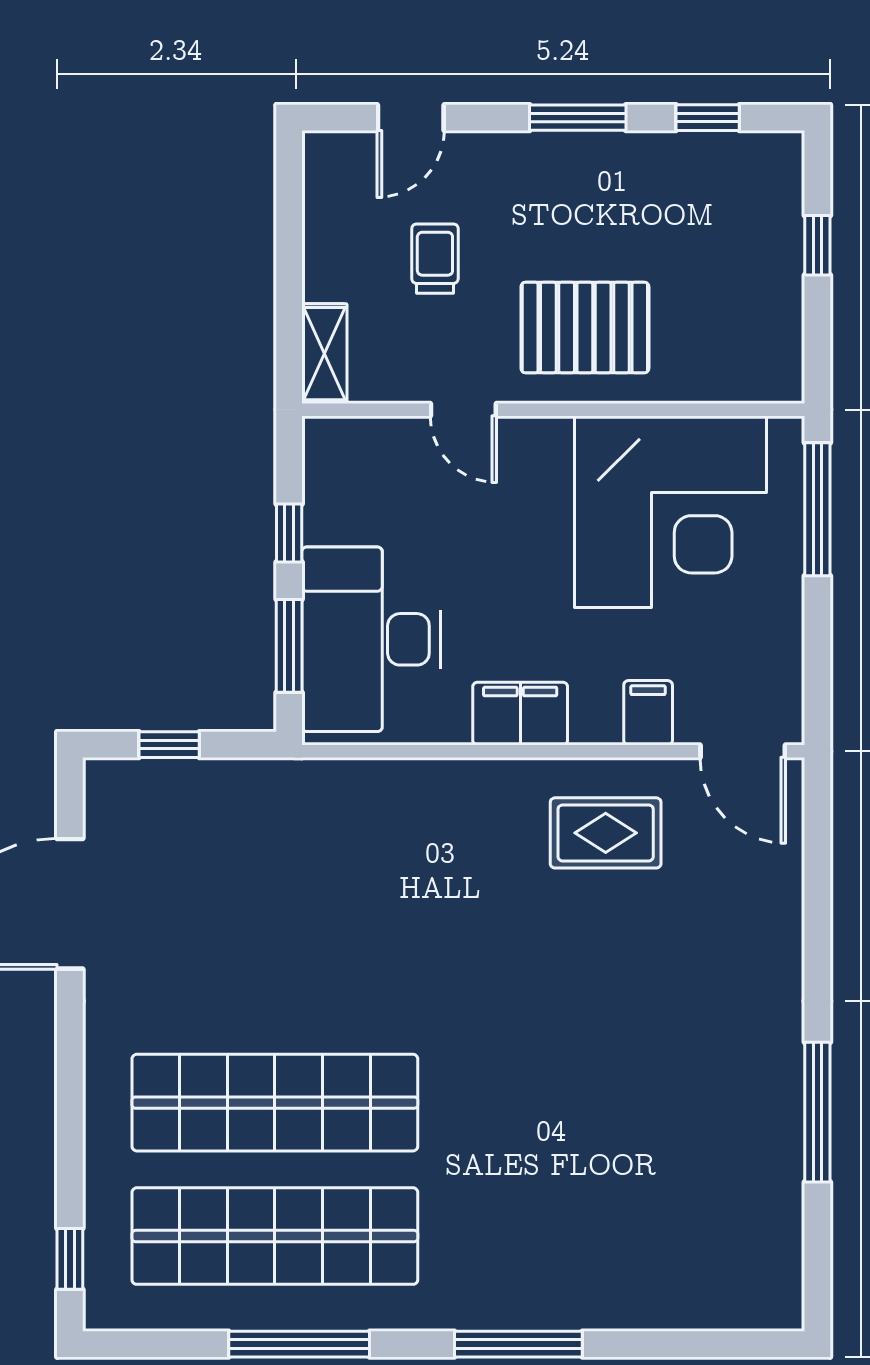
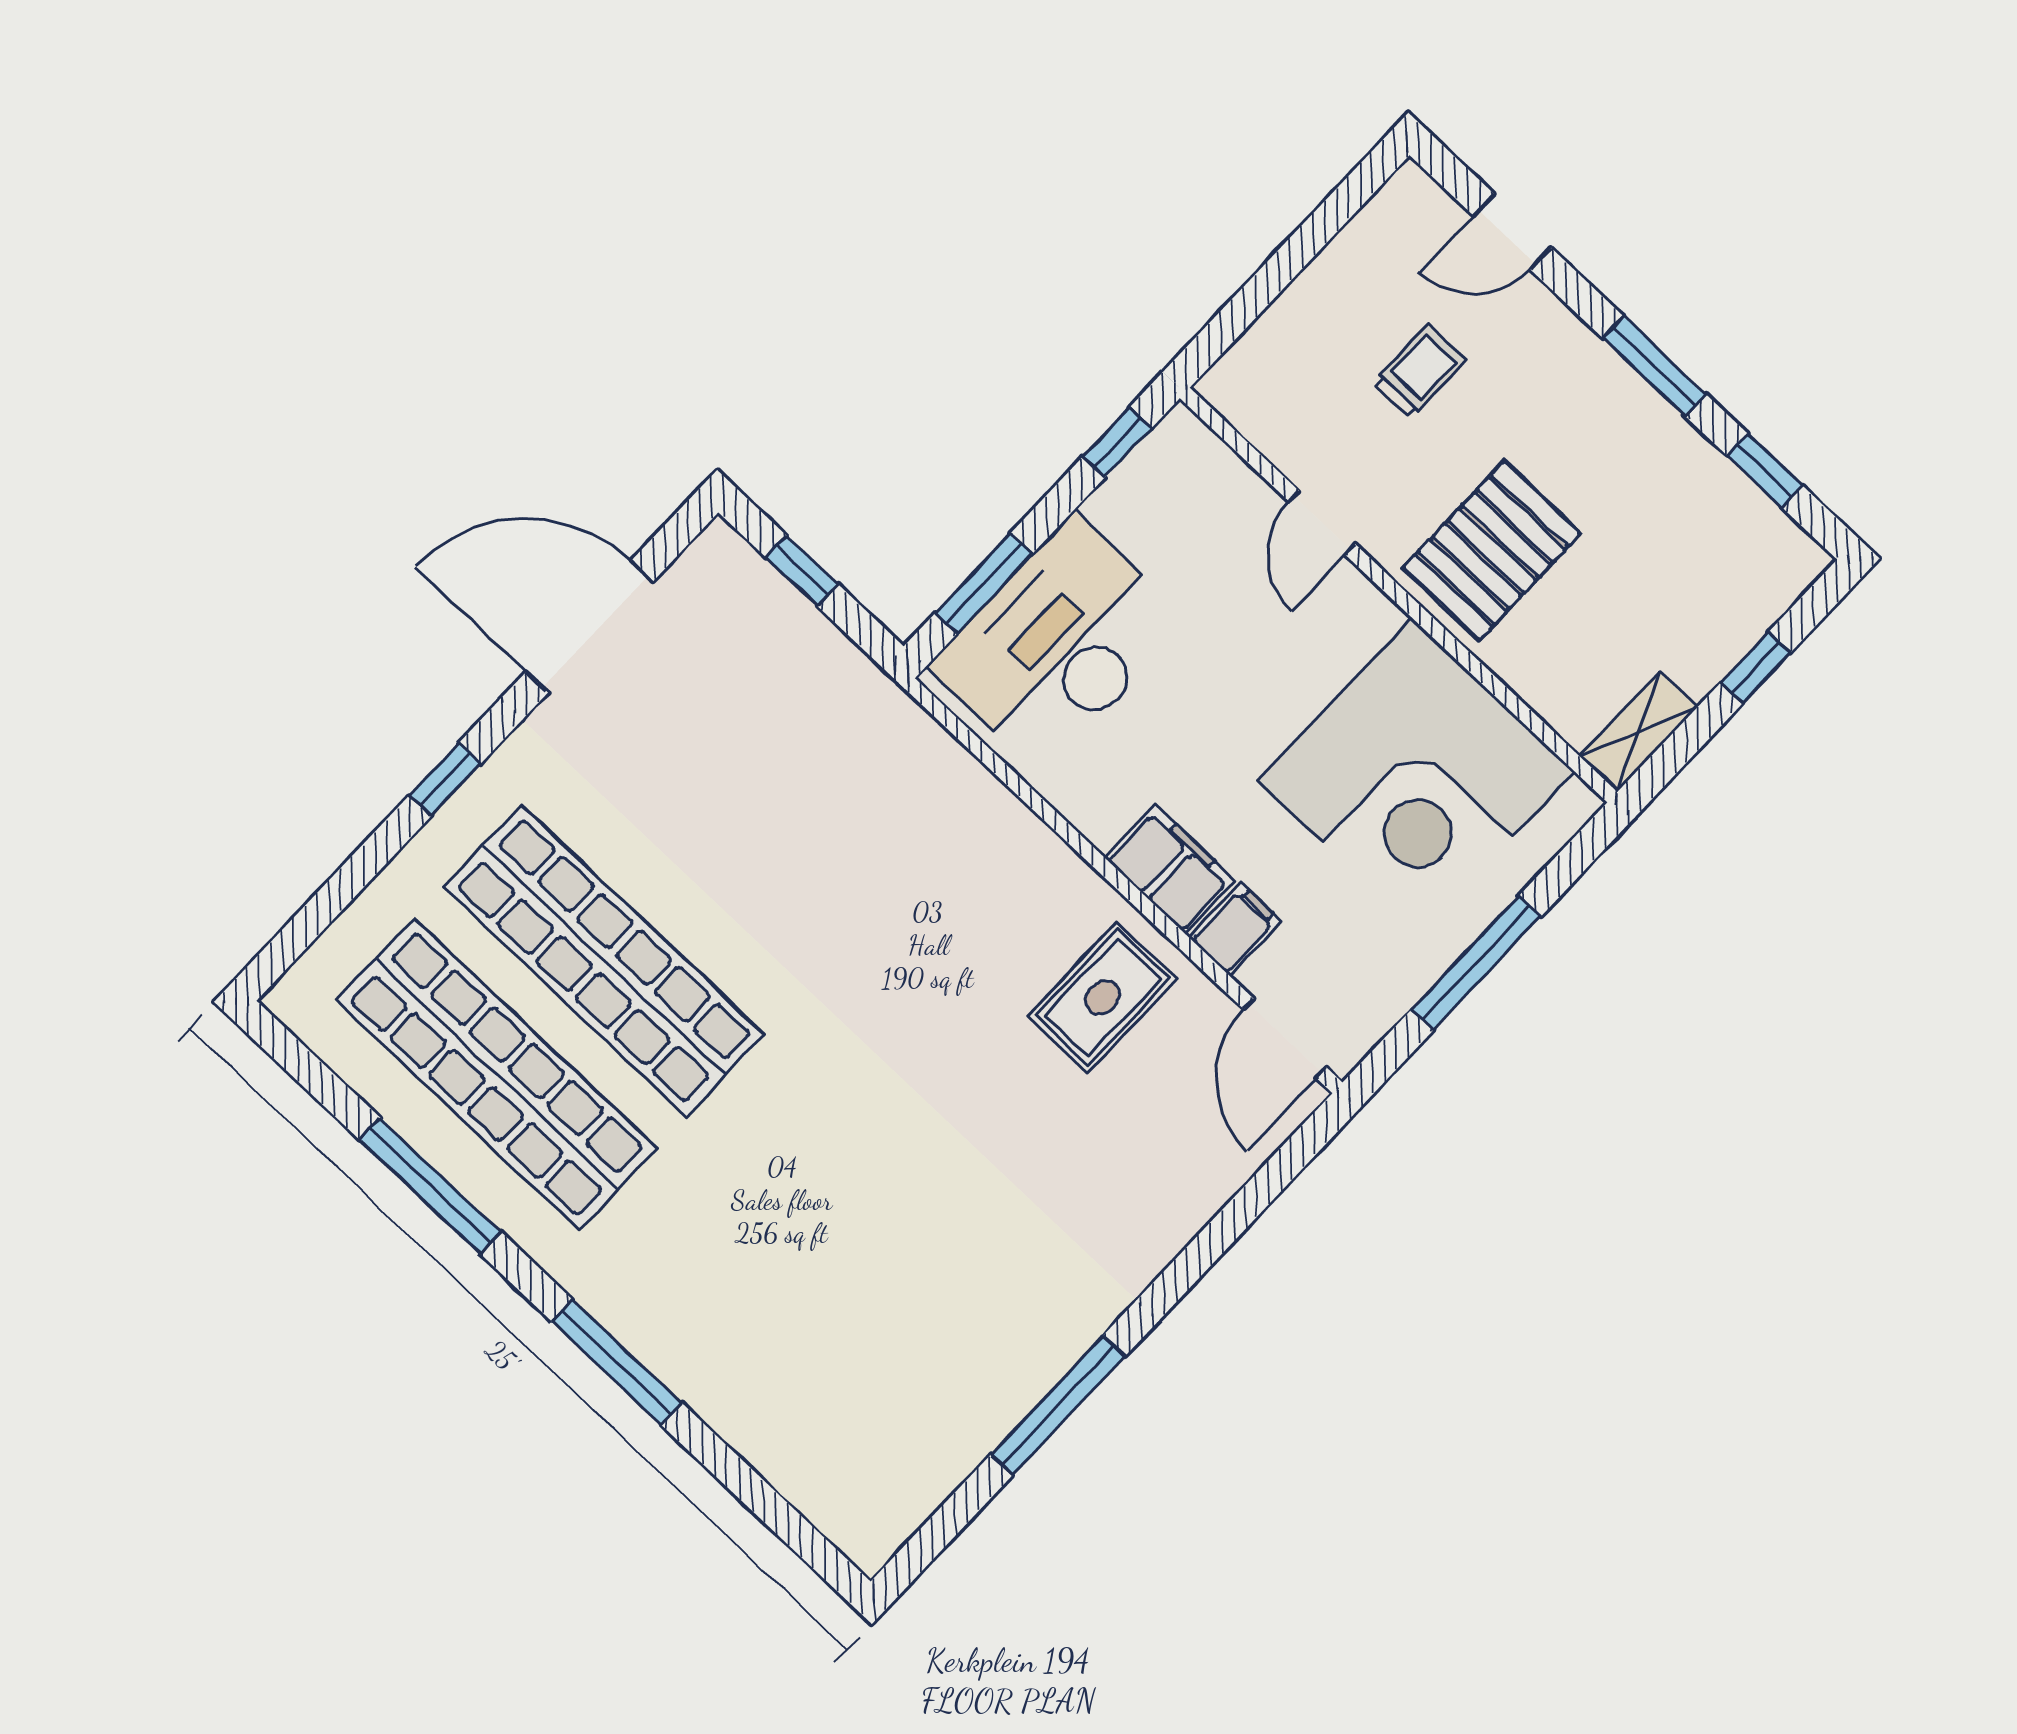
pallet: (585, 328) -> (1492, 551), turned 90
shelving: (324, 354) -> (1638, 731), moved
window: (817, 509) -> (1476, 963), moved
window: (289, 533) -> (1117, 443), moved
filing cabinet: (520, 714) -> (1170, 869), moved
rug: (606, 833) -> (1103, 997), turned 90
window: (70, 1259) -> (445, 780), moved

